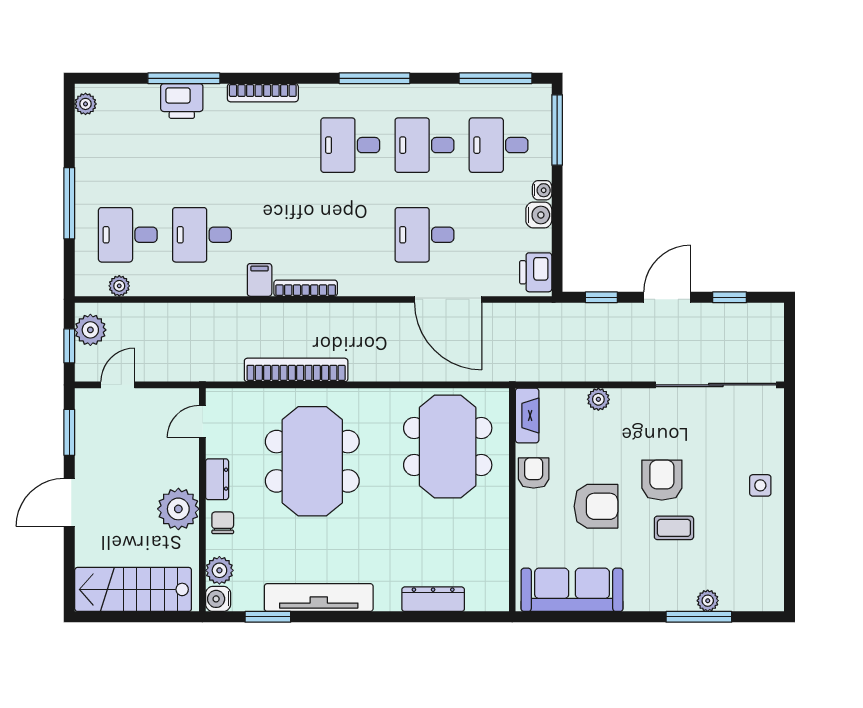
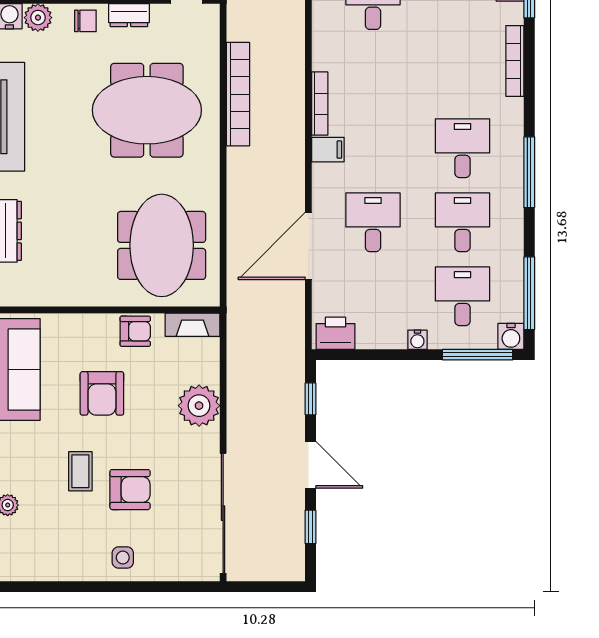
water cooler: (539, 215) -> (511, 336), moved
filing cabinet: (260, 280) -> (328, 150), moved
plant: (598, 399) -> (199, 406), width x1.87, depth x1.87
meeting table: (448, 447) -> (162, 245), turned 90
armchair: (662, 480) -> (130, 490), moved

